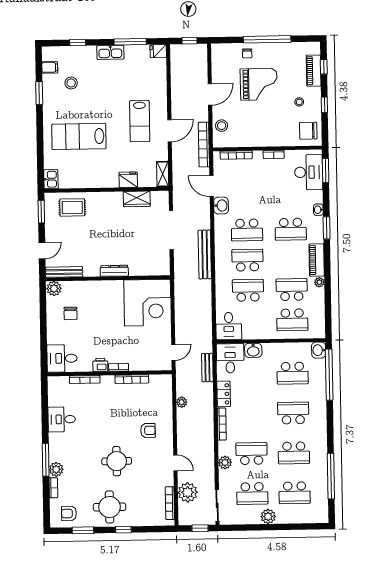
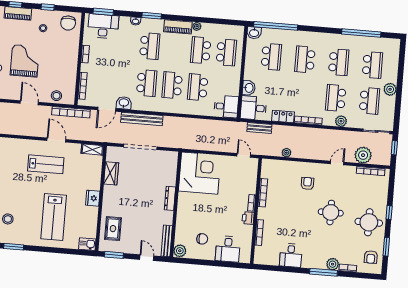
fridge: (128, 180) -> (93, 198), moved
bench: (205, 254) -> (142, 119), moved
desk: (62, 358) -> (228, 249), moved

